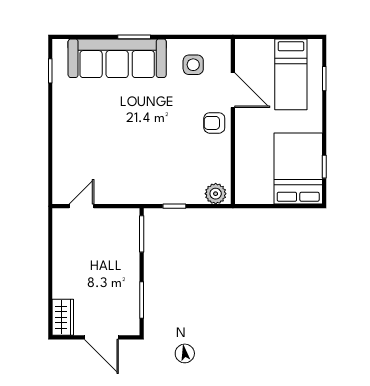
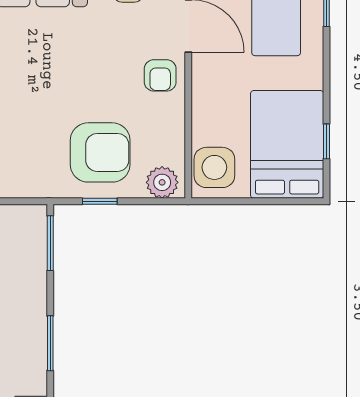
armchair: (214, 123) -> (160, 75), turned -90
armchair: (175, 174) -> (100, 152), added
side table: (250, 184) -> (214, 167), added

